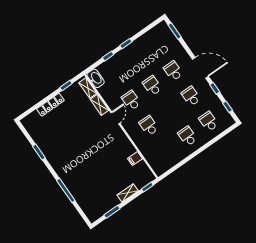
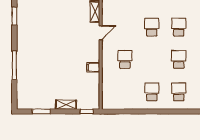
school desk: (131, 100) -> (125, 27), removed
filing cabinet: (135, 159) -> (93, 67), moved

